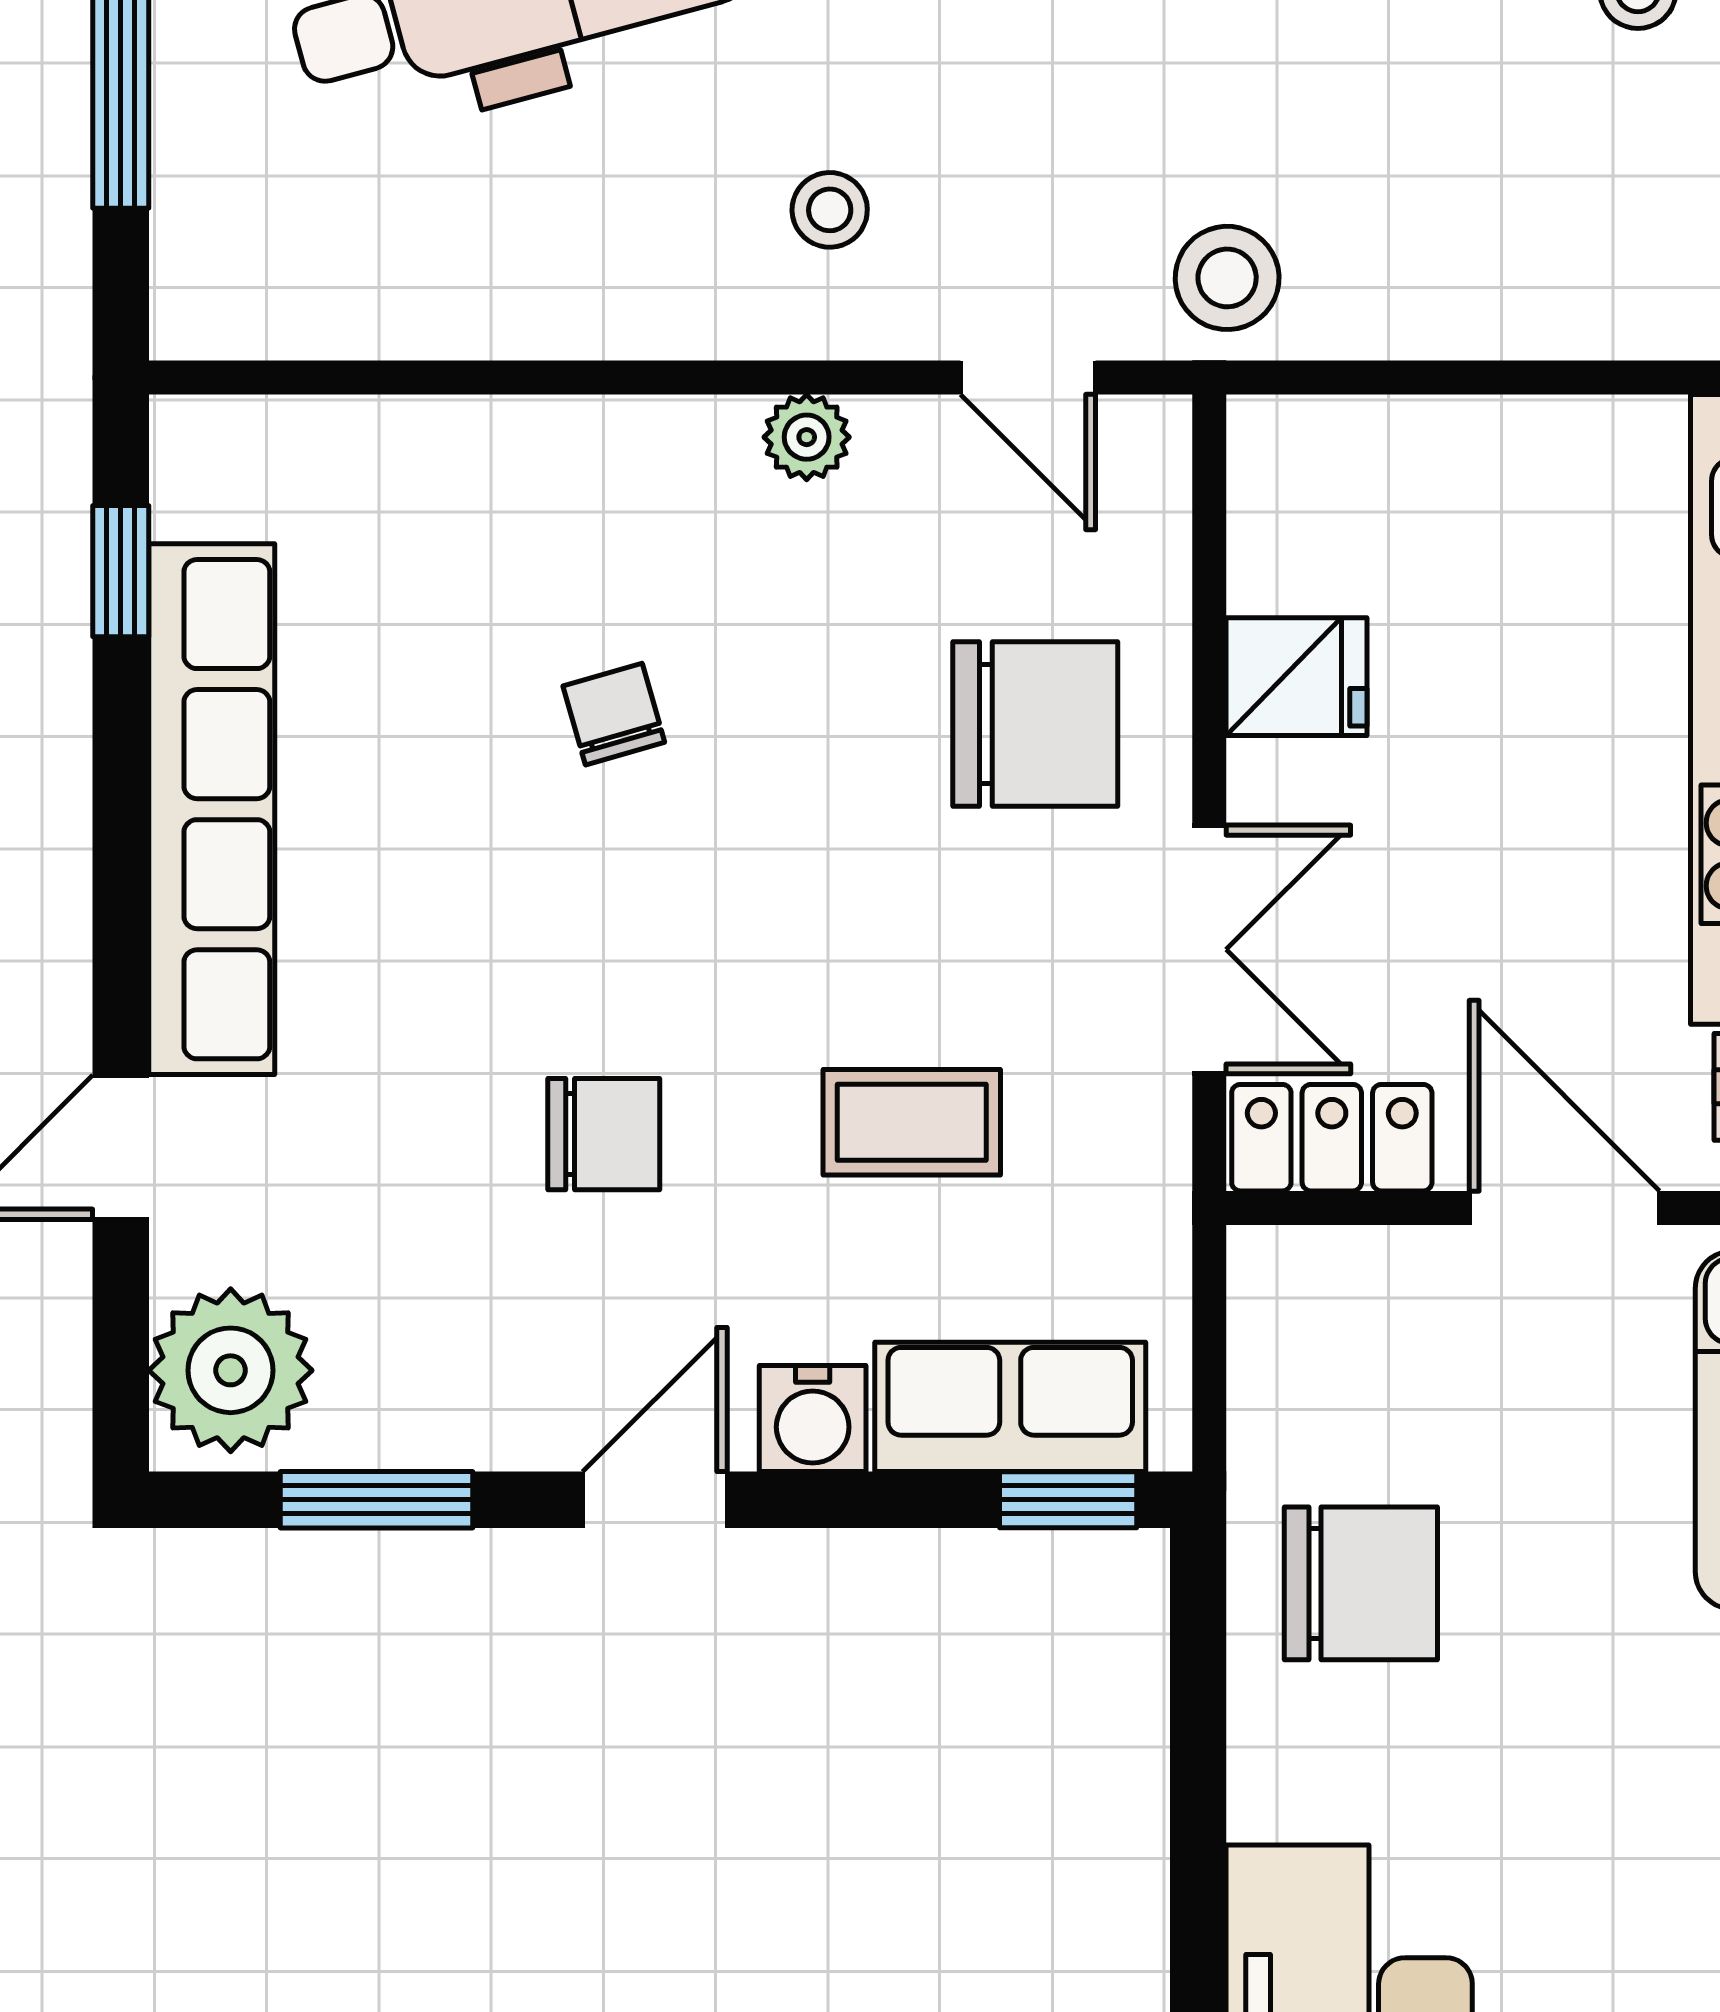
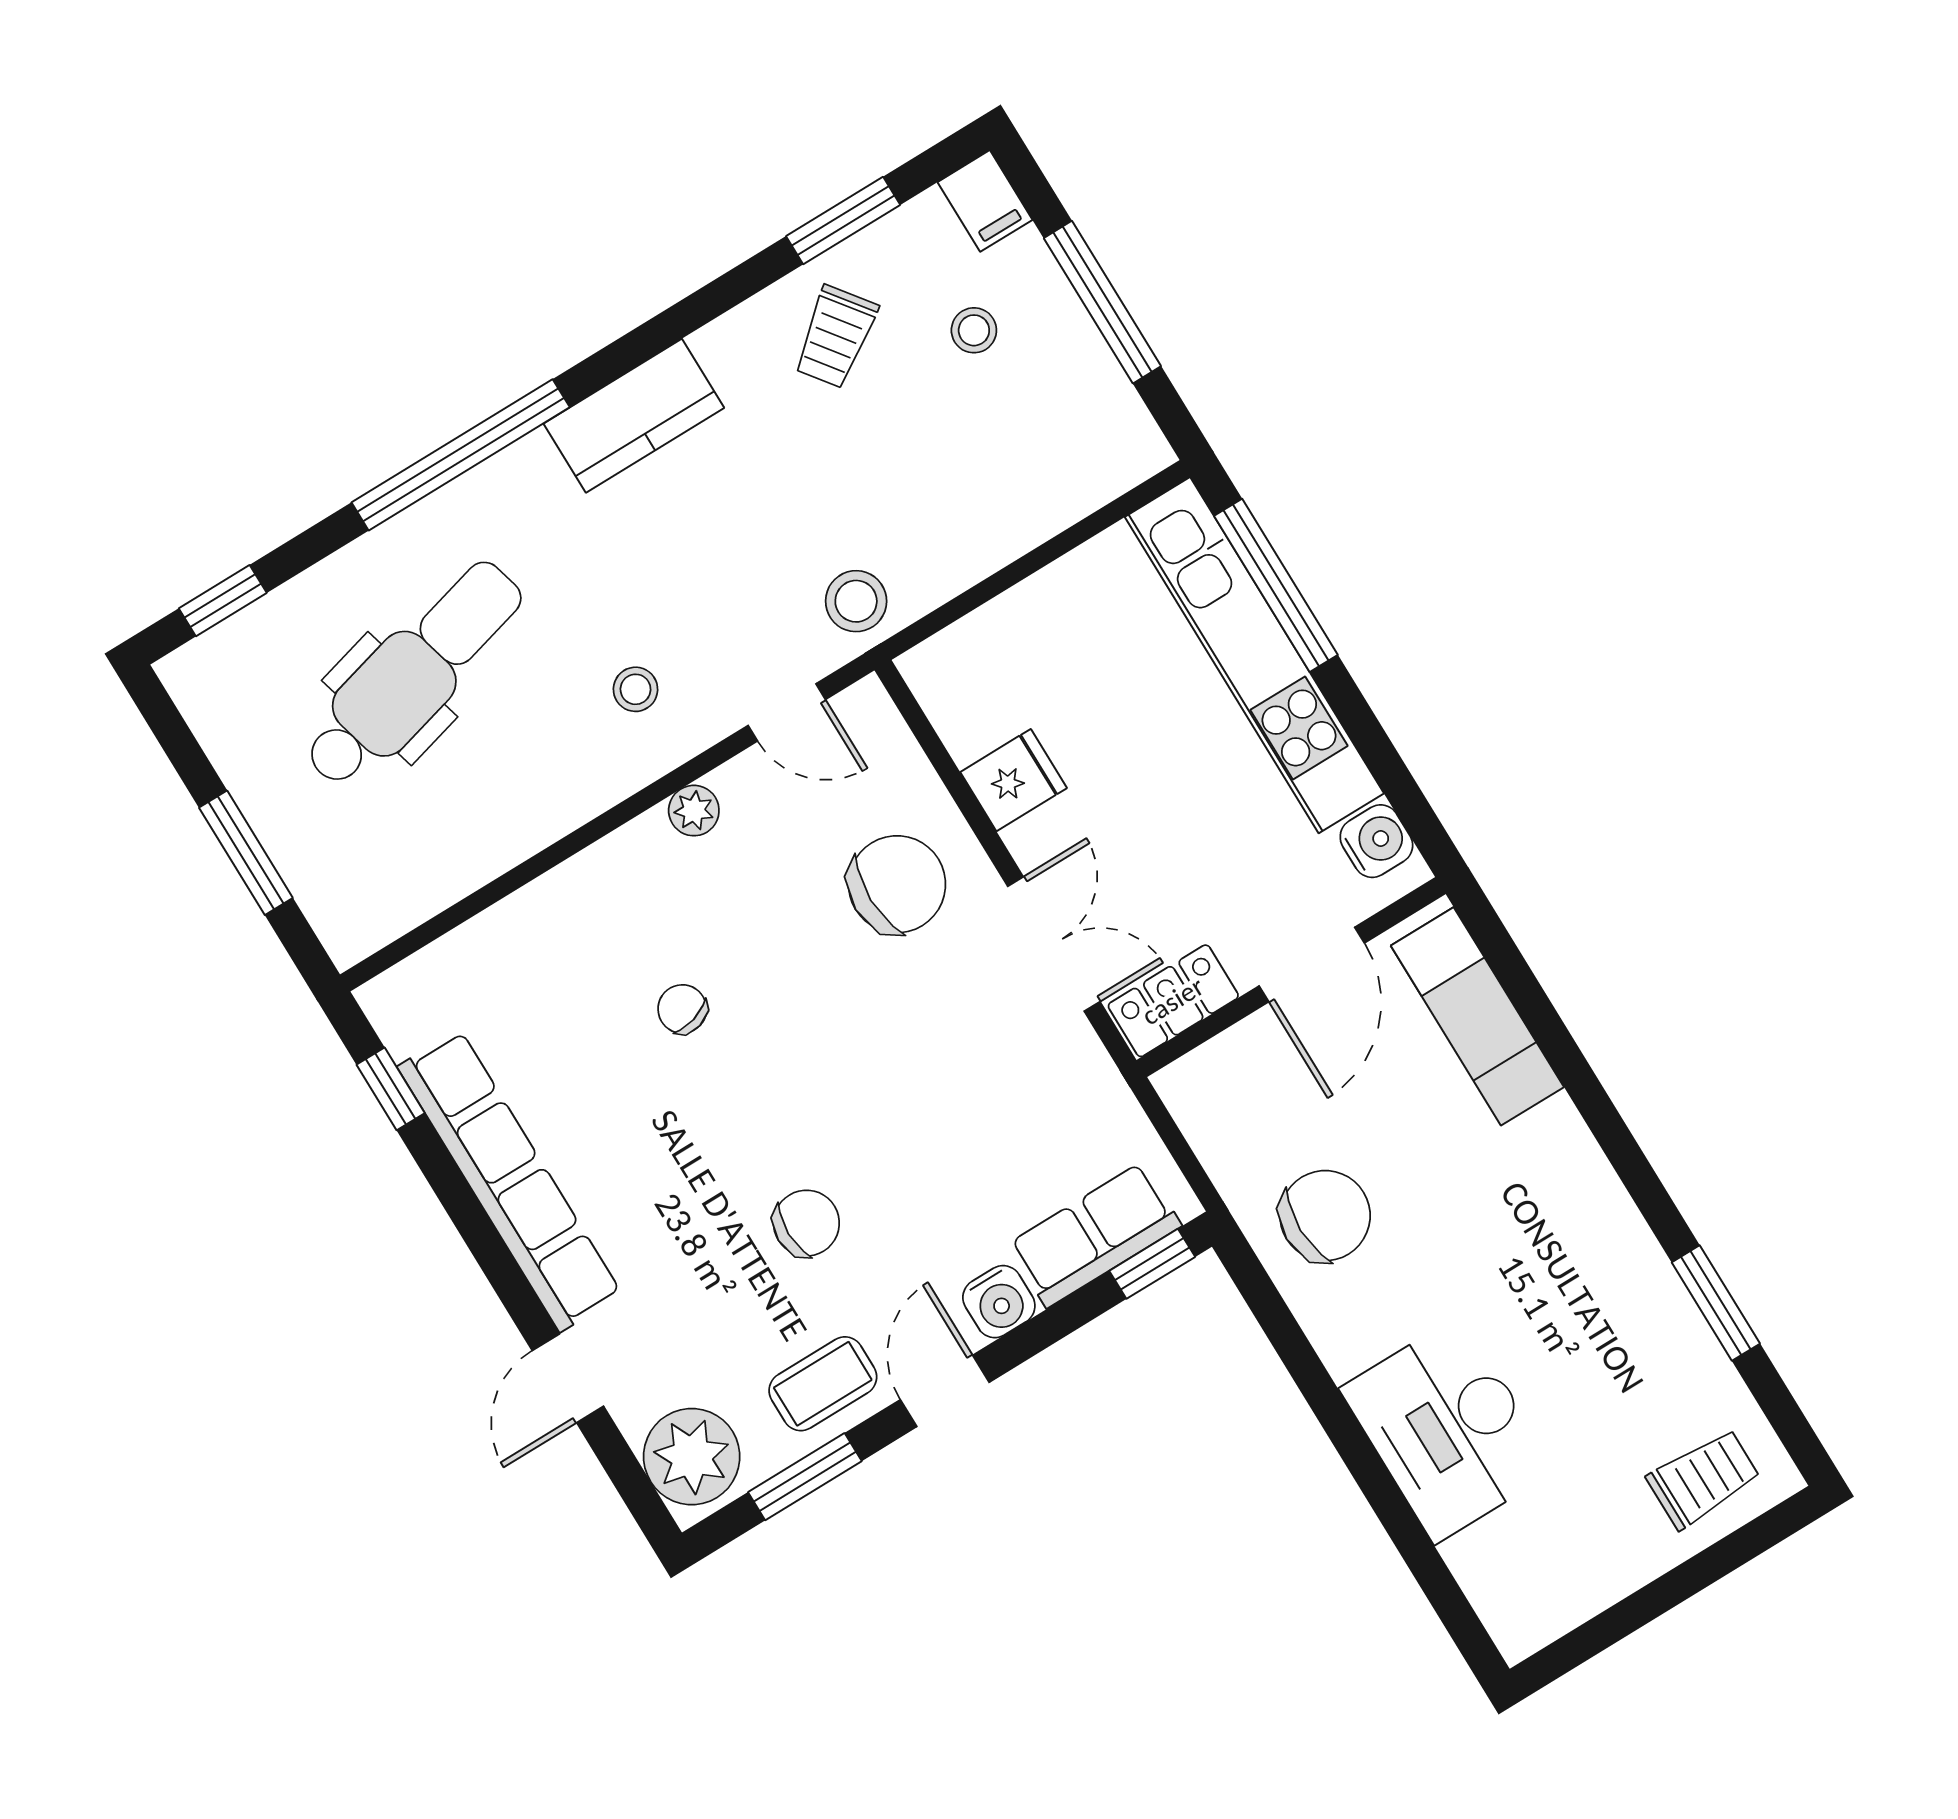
coffee table: (912, 1122) -> (823, 1384), moved
door: (1564, 1208) -> (1312, 964), swing flipped

